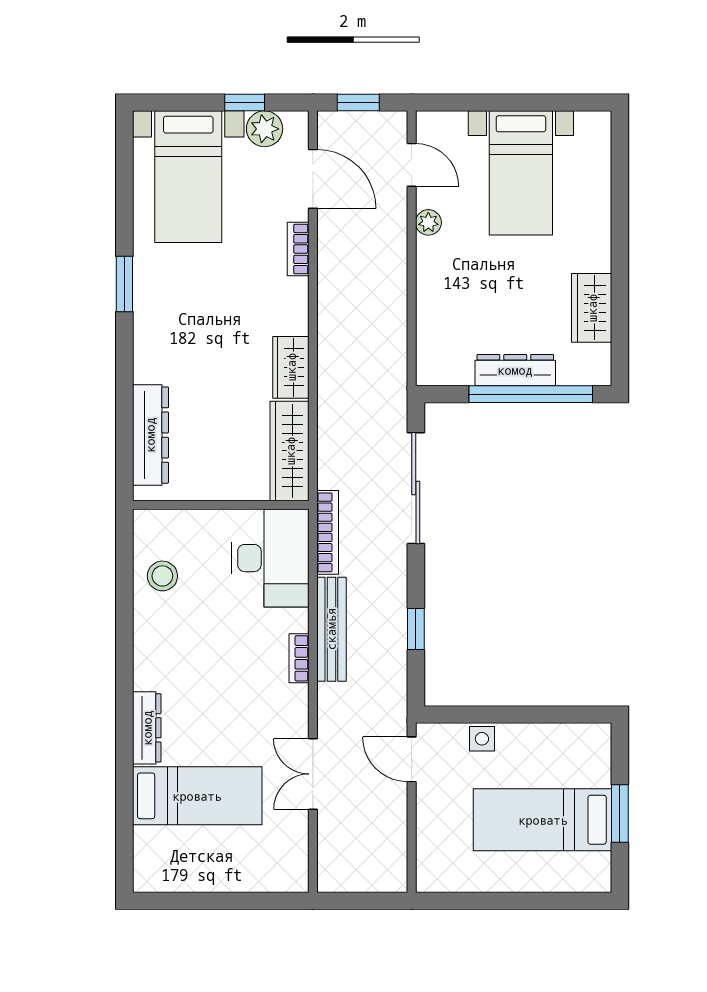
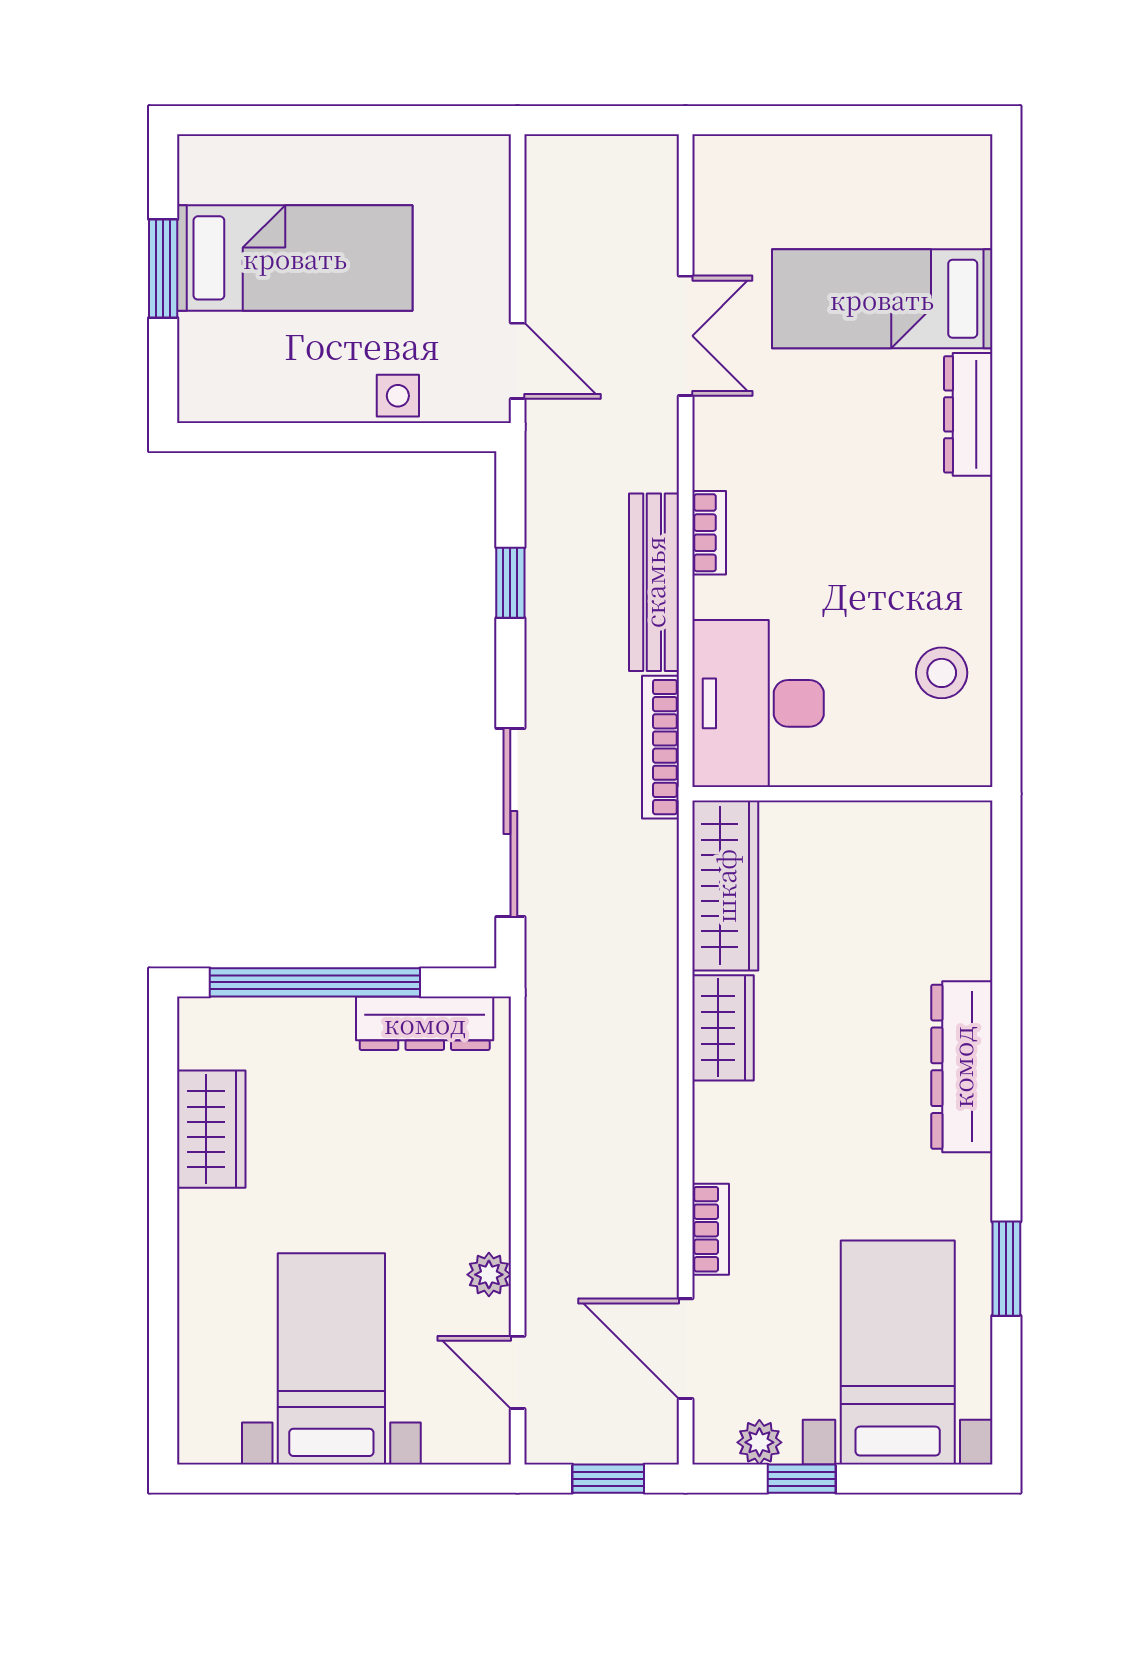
plant: (265, 129) -> (759, 1442), width x0.73, depth x0.73
window: (124, 284) -> (1006, 1269), moved
dresser: (515, 370) -> (425, 1023), moved
dresser: (150, 435) -> (962, 1067), moved

